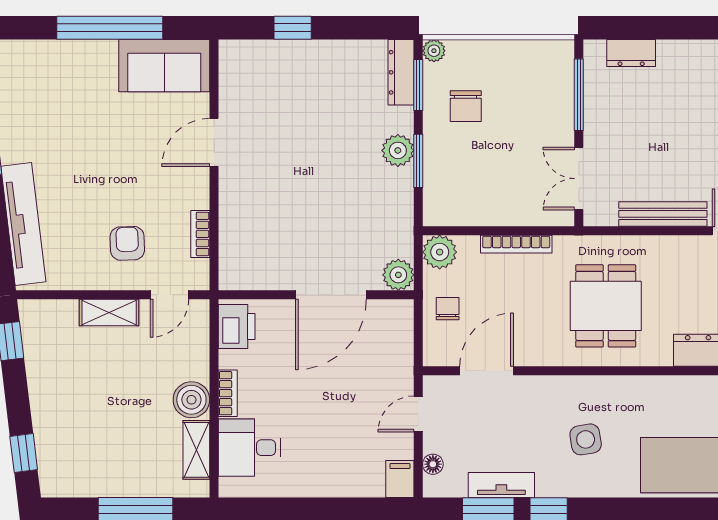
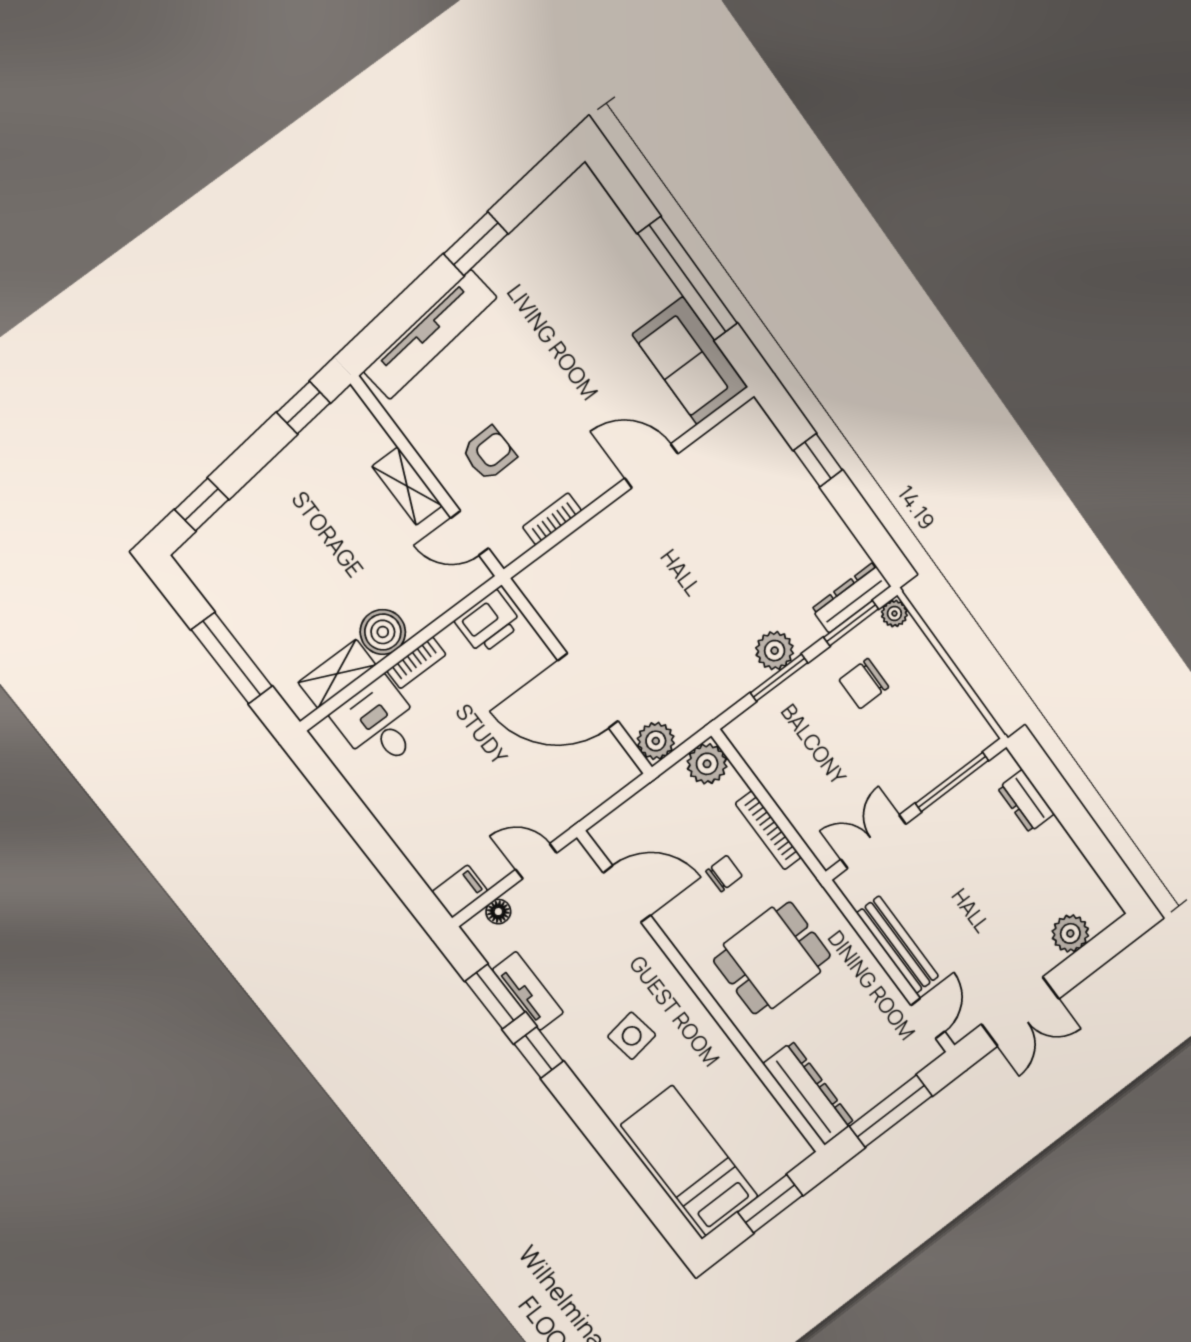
chair: (448, 309) -> (724, 874), moved

